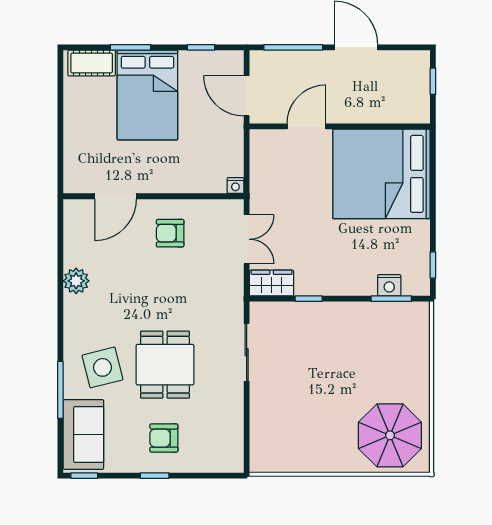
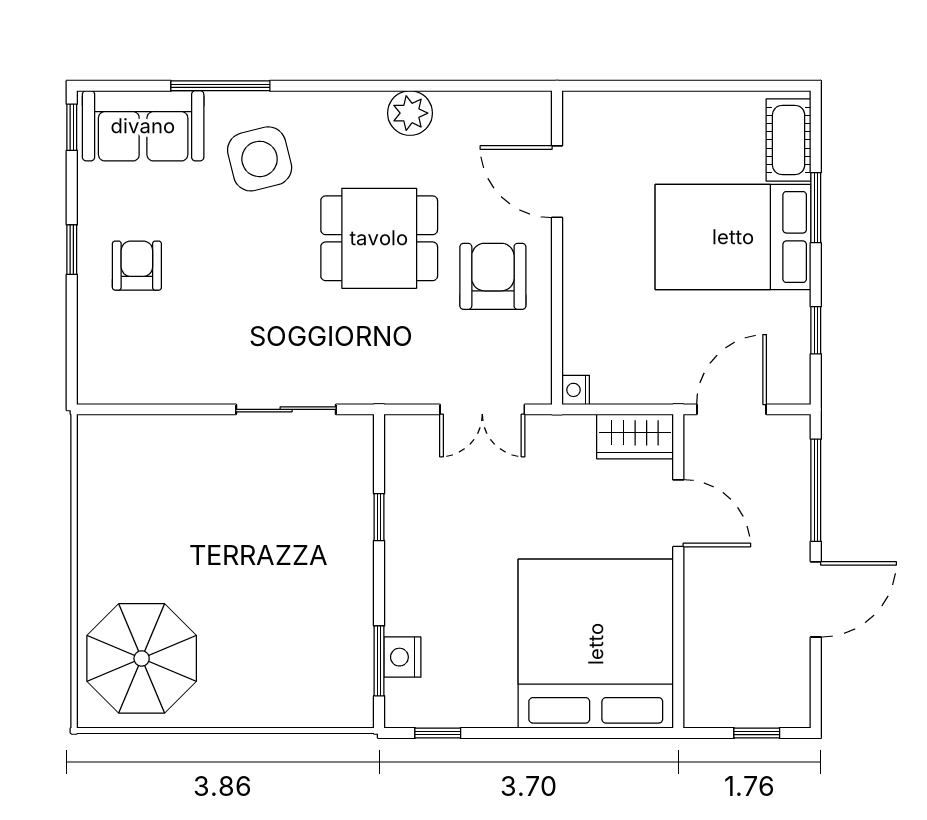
armchair: (170, 233) -> (493, 276), width x1.38, depth x1.38
wardrobe: (272, 283) -> (635, 437), moved, turned 90
dining table: (165, 365) -> (379, 238), moved

